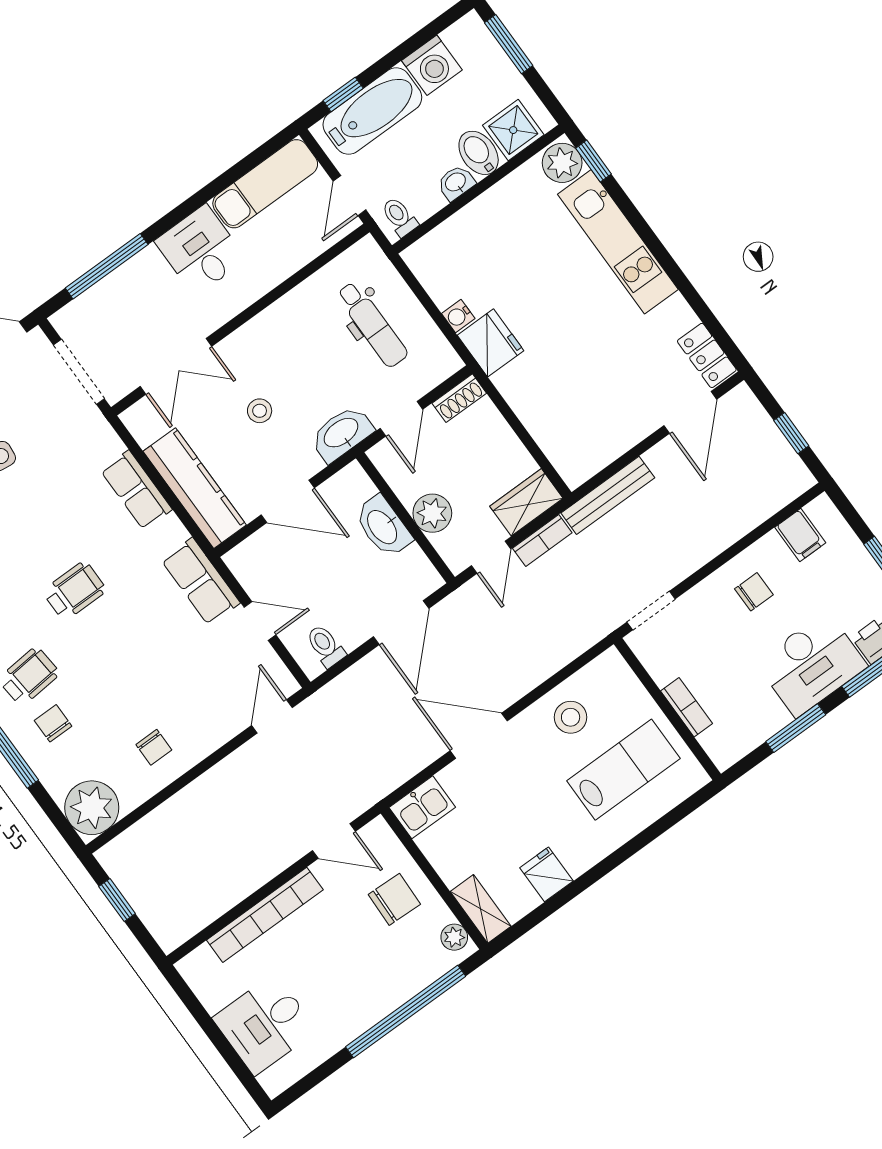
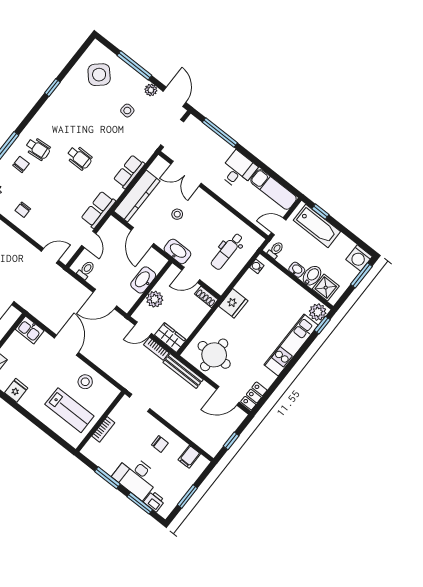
washing machine: (432, 65) -> (359, 258), moved
water cooler: (458, 316) -> (257, 266), moved
round table: (592, 417) -> (214, 355), added

